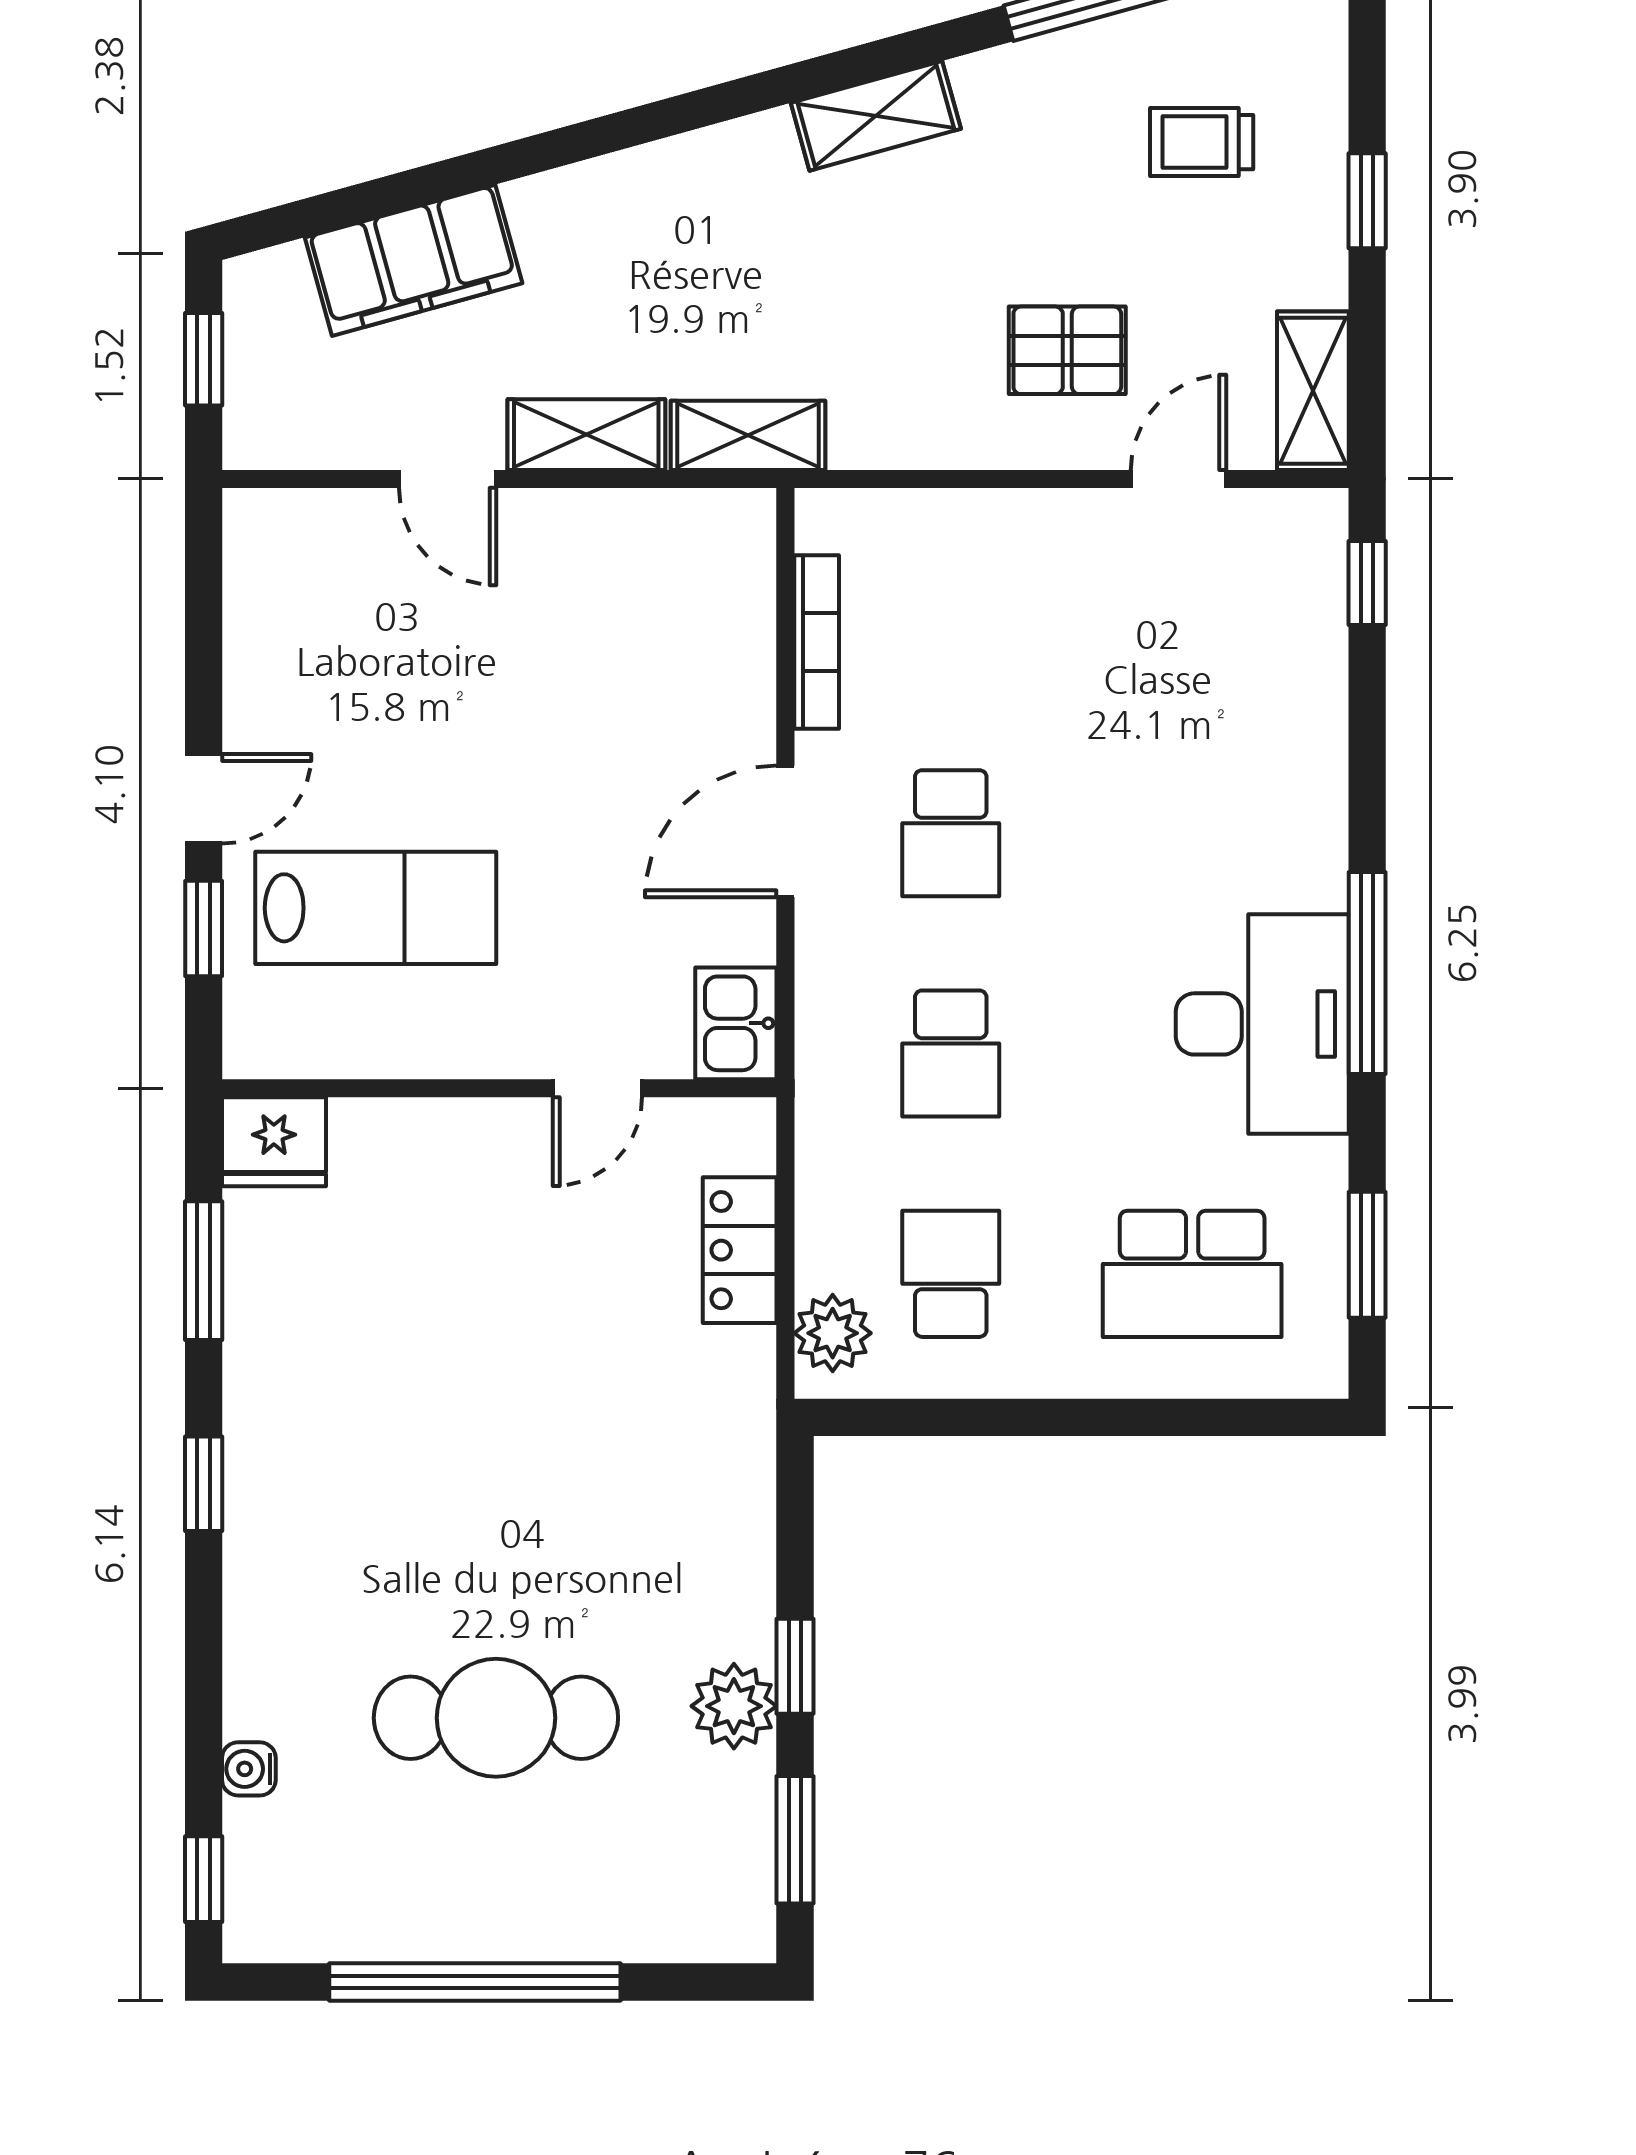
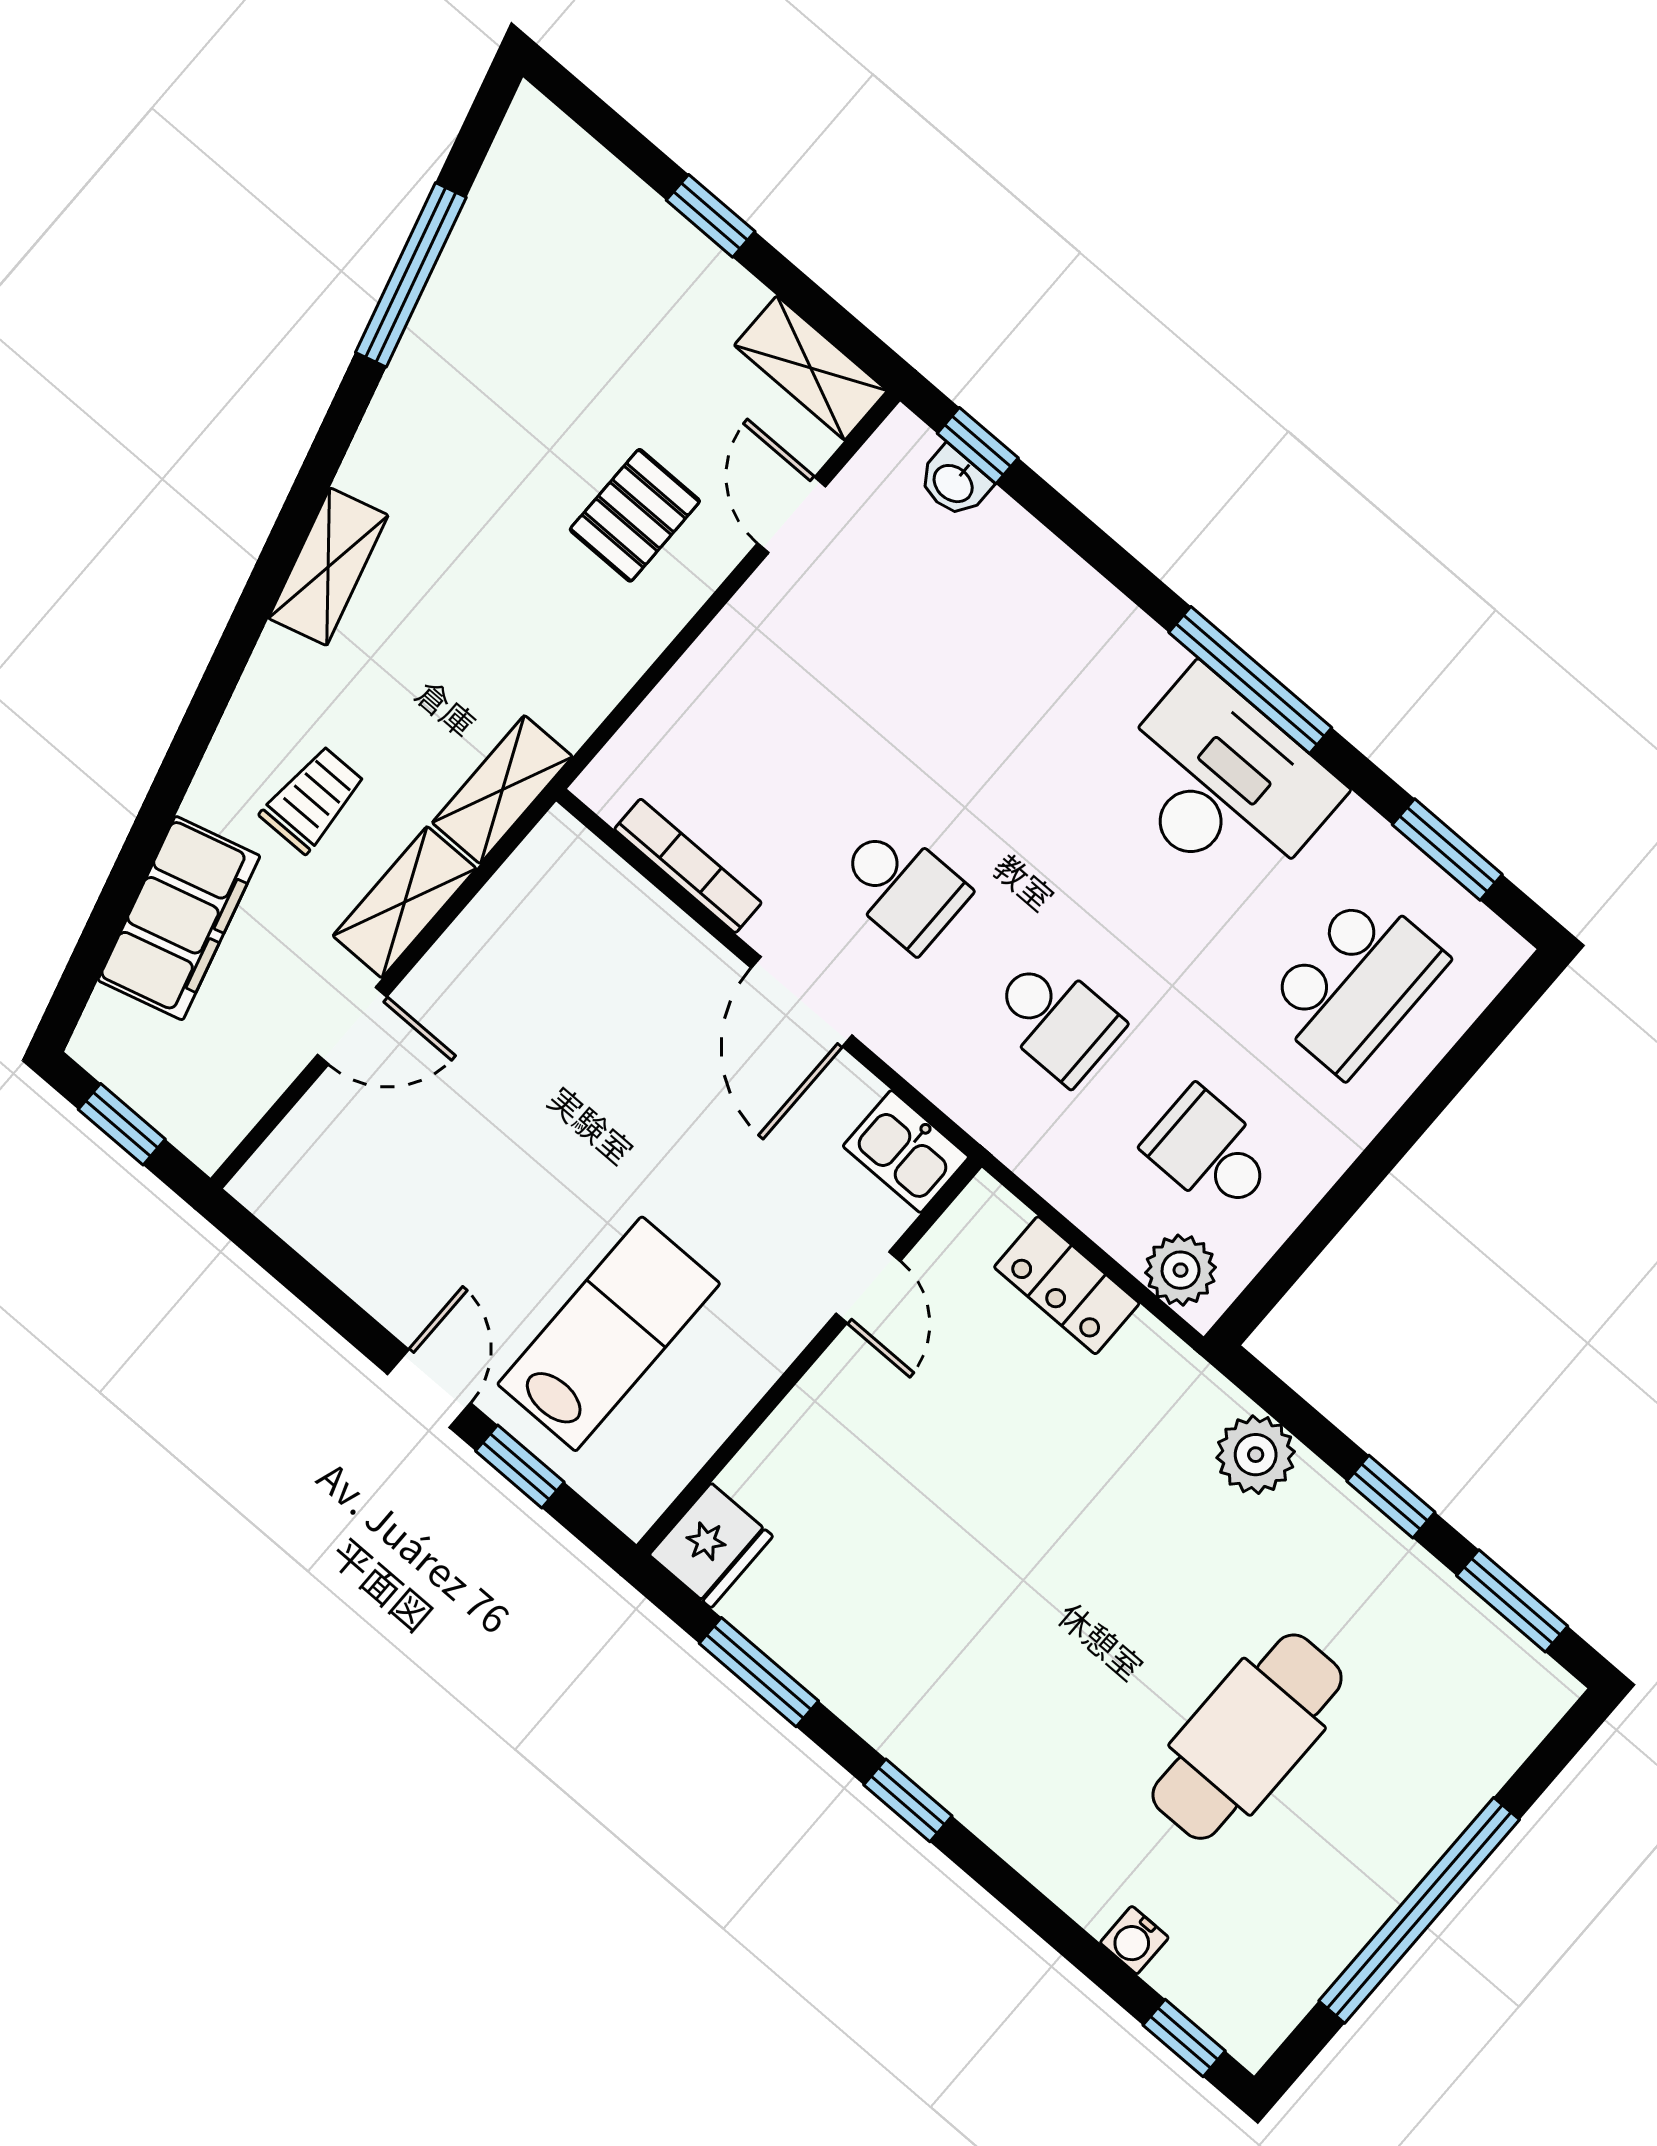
shelving: (876, 116) -> (328, 567), moved
trolley: (1202, 142) -> (313, 799), moved, turned 180
washbasin: (1320, 590) -> (954, 482), added
plant: (734, 1706) -> (1256, 1455), moved

